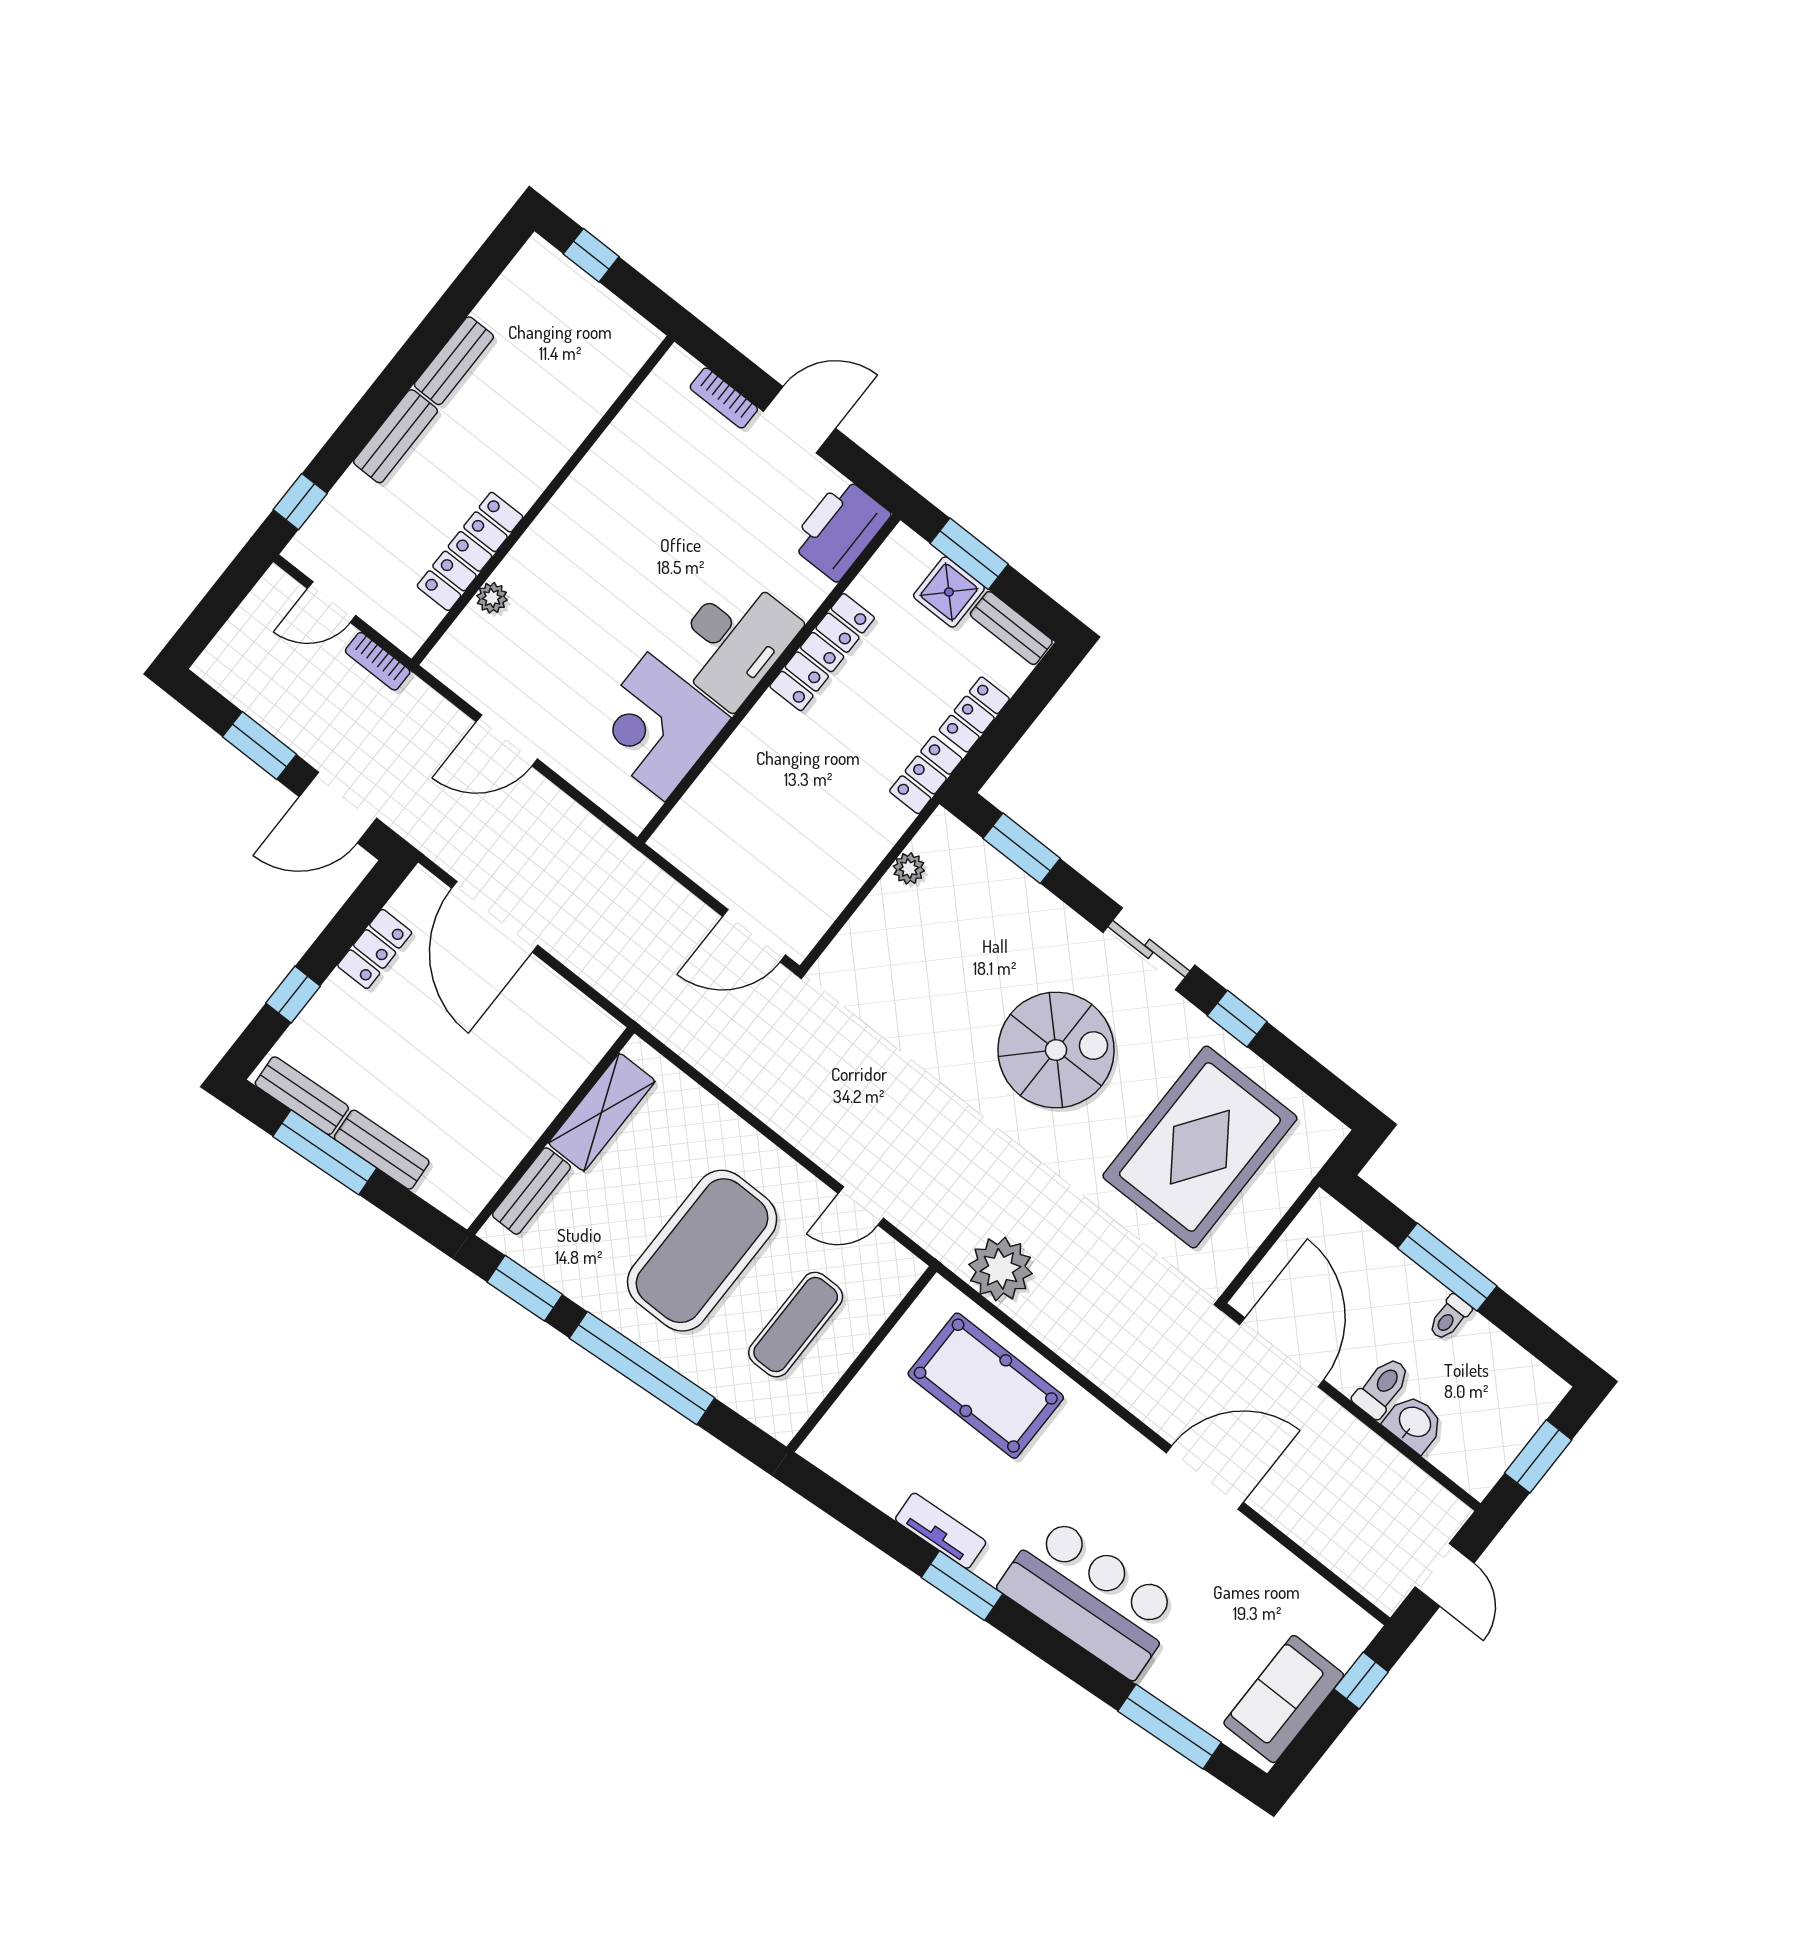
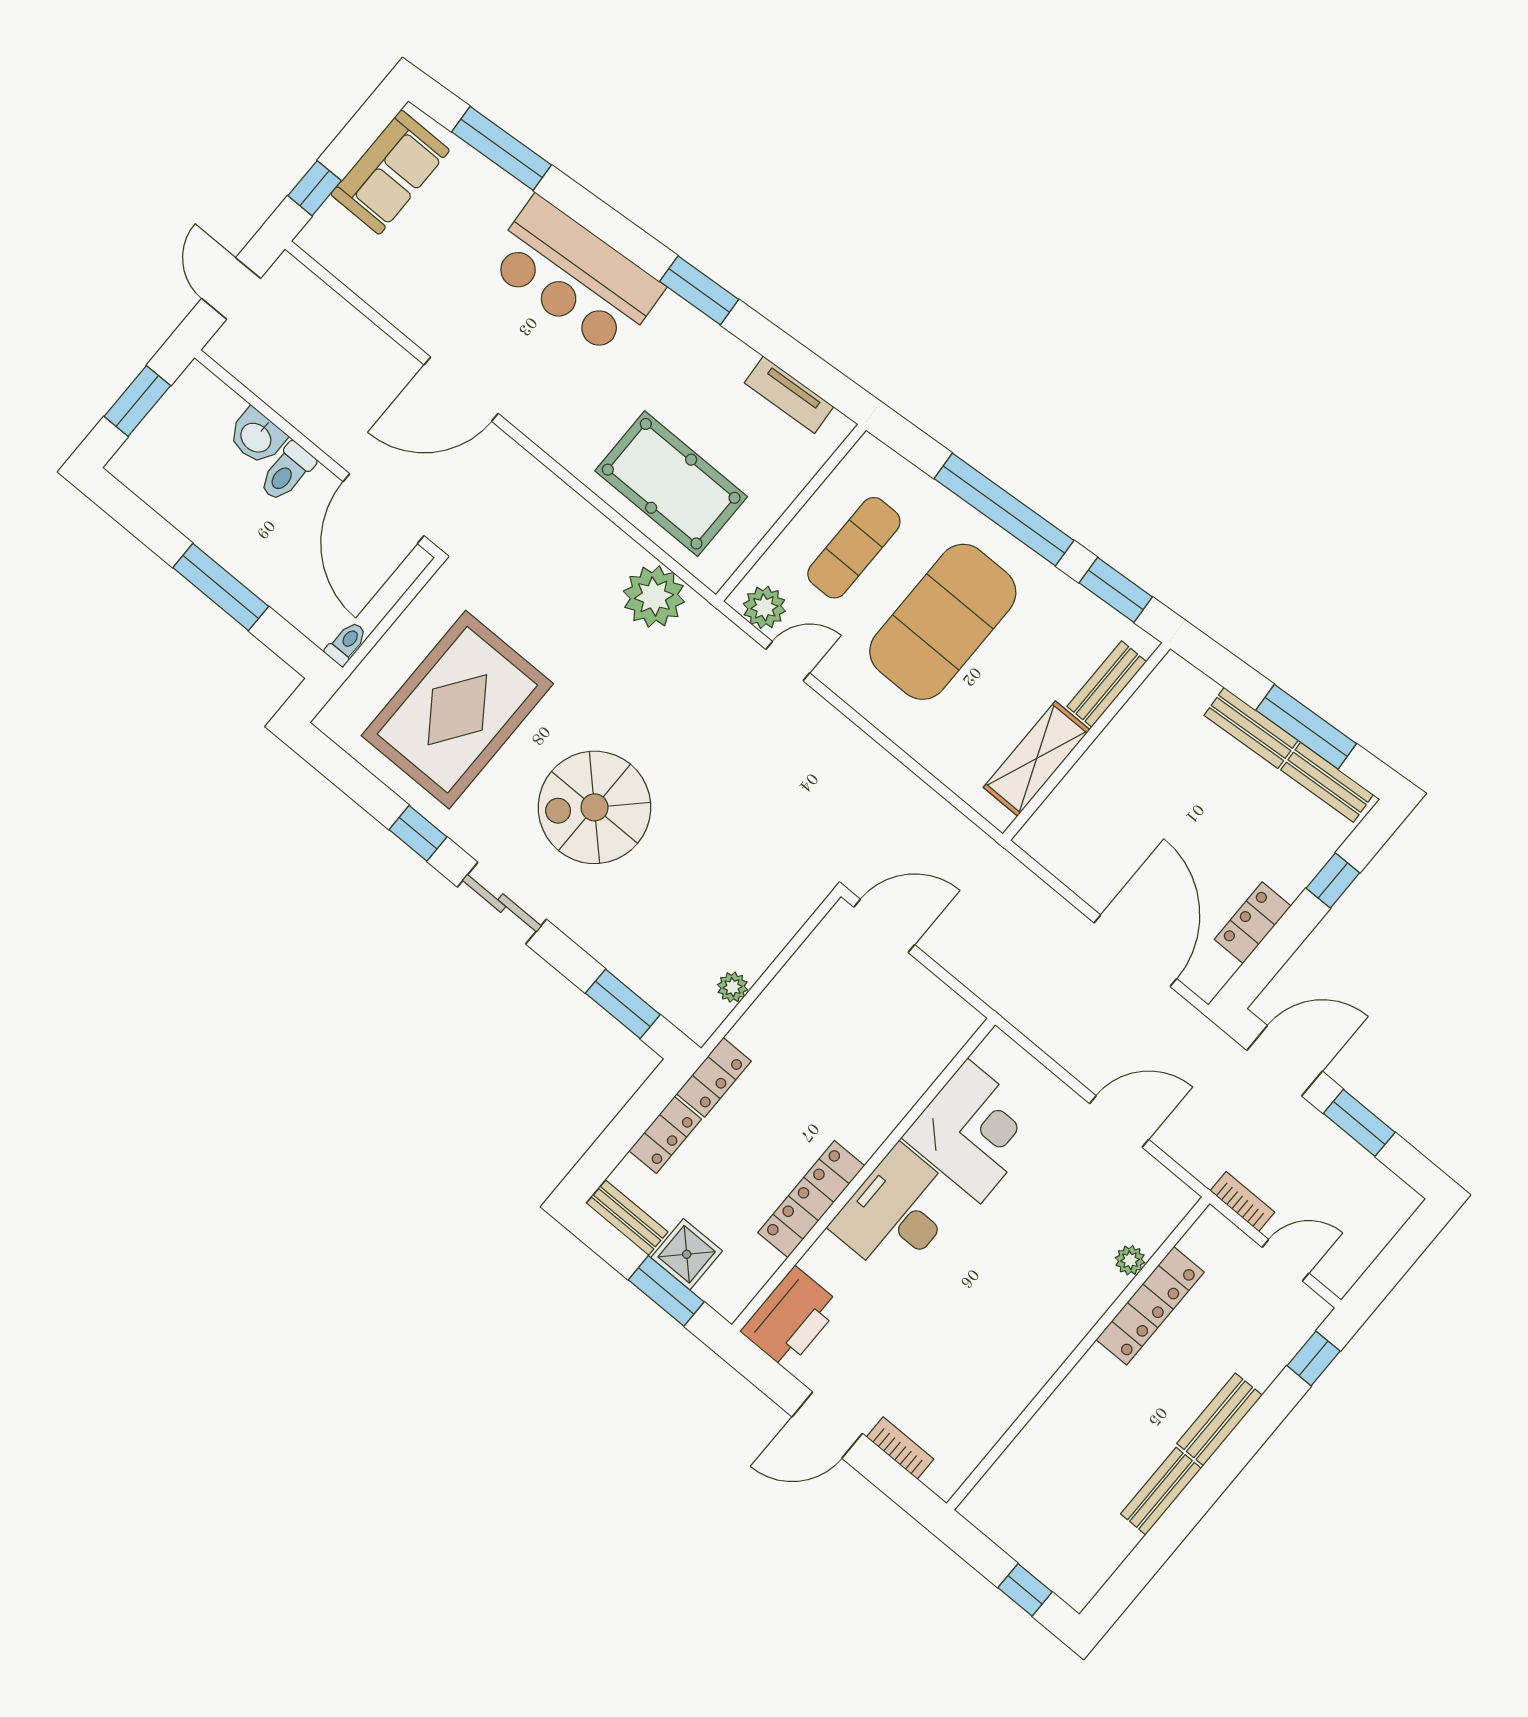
plant: (886, 1261) -> (764, 607), added
toilet: (1449, 1318) -> (346, 643), moved
tv unit: (941, 1531) -> (789, 395), moved

